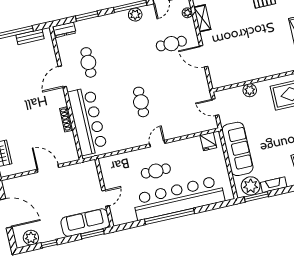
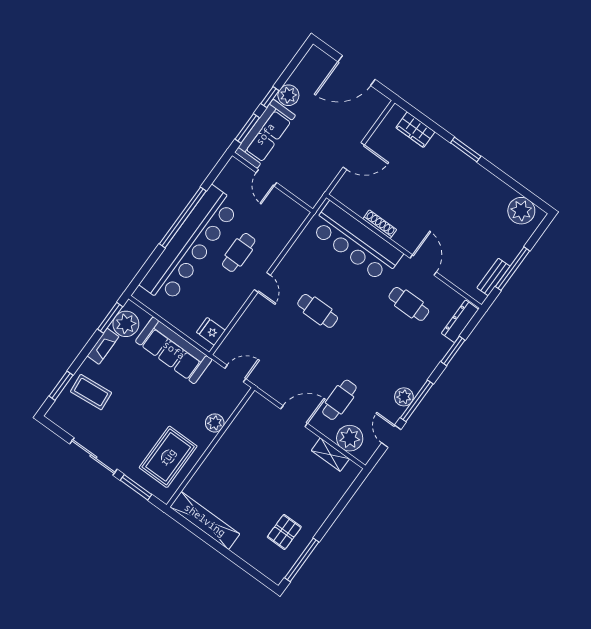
plant: (187, 13) -> (350, 438), width x1.88, depth x1.88
dresser: (65, 30) -> (460, 321), width x1.44
plant: (31, 238) -> (288, 95), moved
window: (49, 244) -> (270, 97), moved

